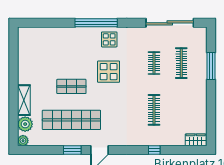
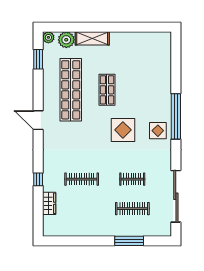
wardrobe: (196, 140) -> (49, 203), moved
window: (72, 150) -> (38, 59), moved

